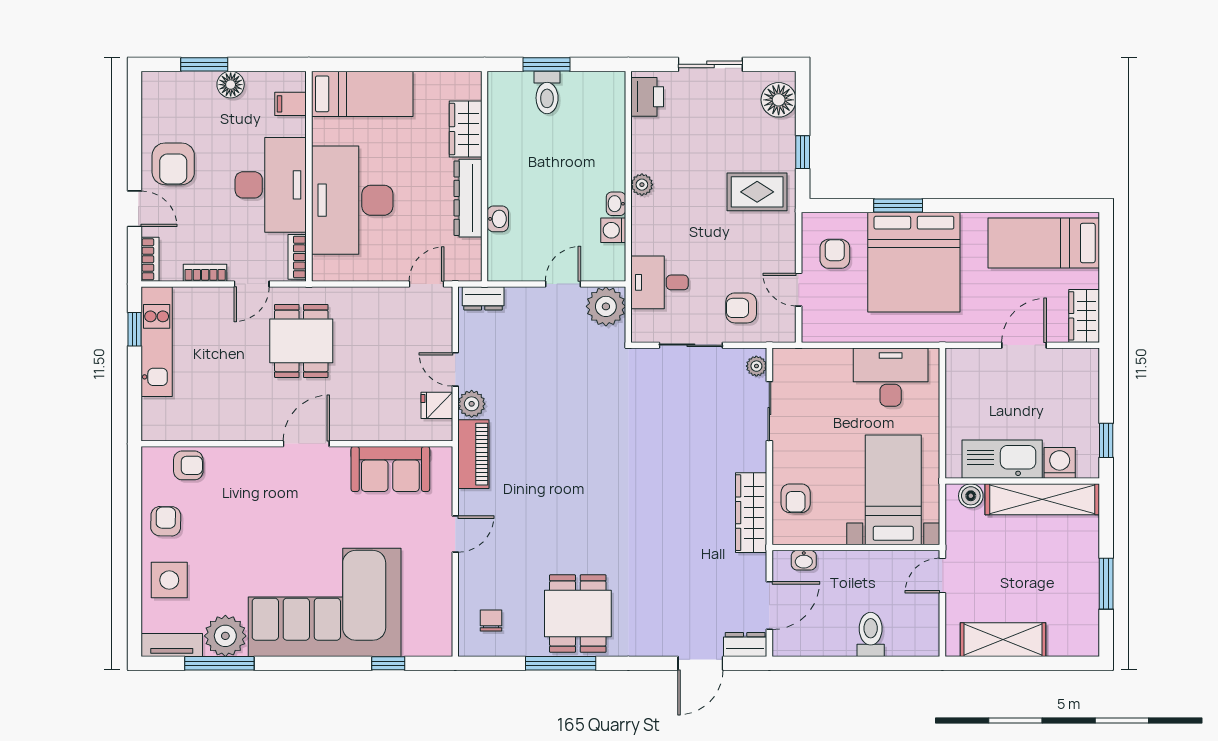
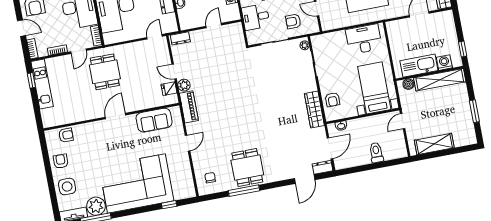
plant: (606, 306) -> (234, 32), removed

